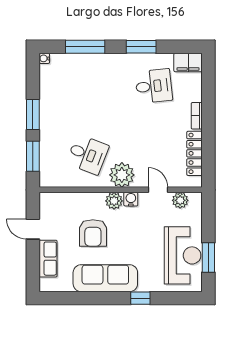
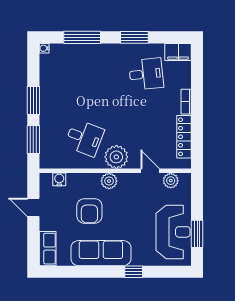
water cooler: (131, 199) -> (59, 179), moved
row of seats: (48, 259) -> (48, 249), moved

